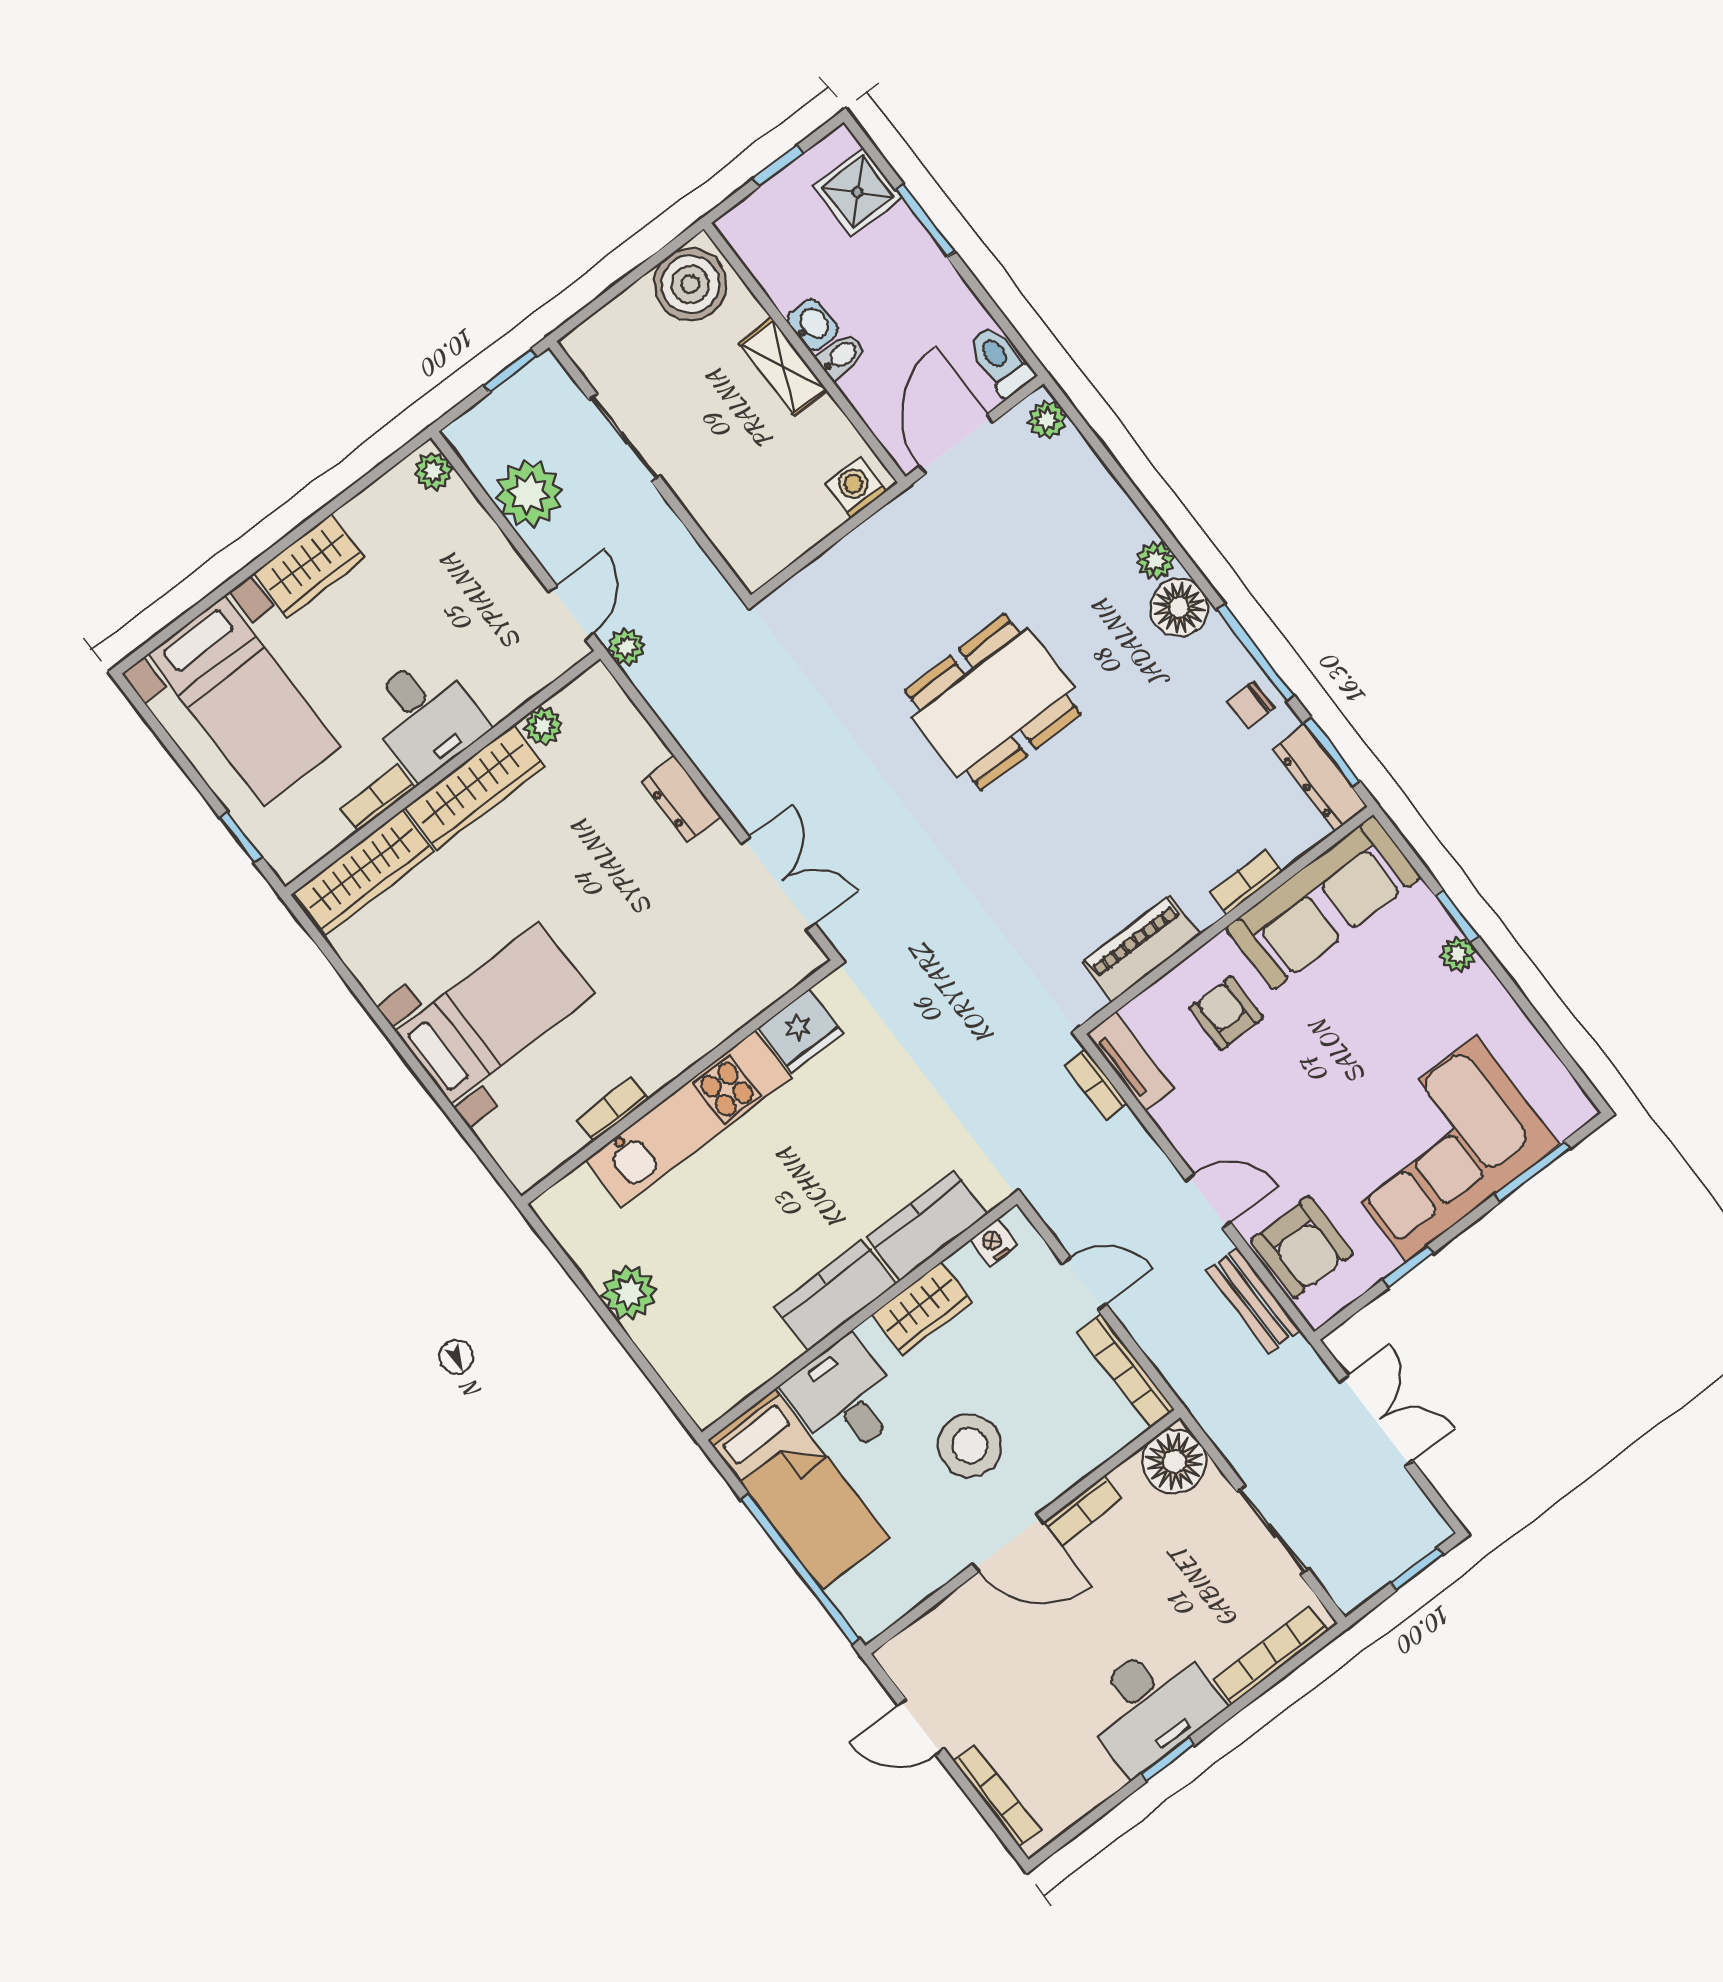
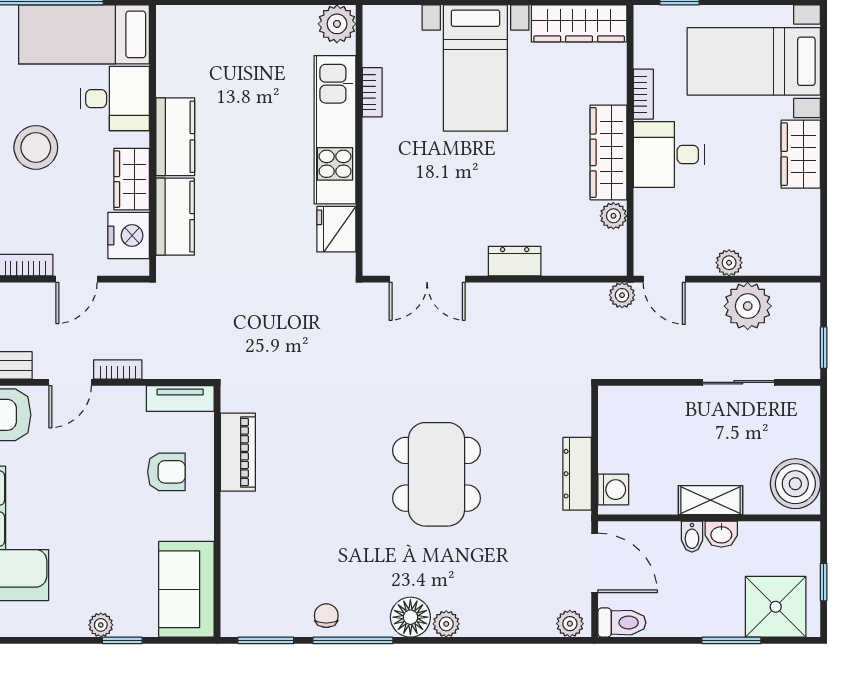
shower: (857, 192) -> (776, 607), width x1.36, depth x1.36
plant: (433, 471) -> (729, 263), moved
dresser: (1320, 778) -> (577, 474), moved, turned -90
wardrobe: (364, 872) -> (579, 23), moved, turned -90
bookcase: (1246, 882) -> (230, 538), removed
sofa: (1323, 903) -> (186, 589), width x0.73
bookcase: (1096, 1085) -> (118, 369), moved
nightstand: (993, 1242) -> (129, 236), width x1.89, depth x1.79
plant: (629, 1293) -> (337, 24), moved

